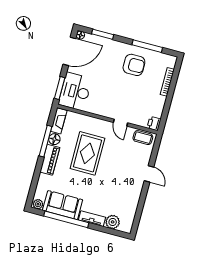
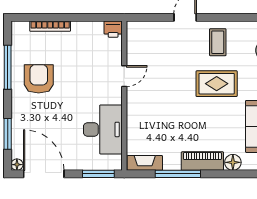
desk: (75, 91) -> (103, 129), moved, turned -90
coffee table: (143, 138) -> (218, 42), moved
floor lamp: (54, 139) -> (233, 162), moved
rug: (87, 153) -> (217, 84), moved, width x0.73, depth x0.70

